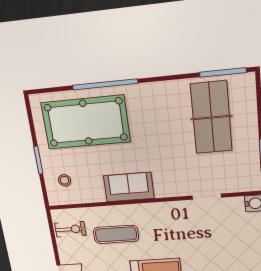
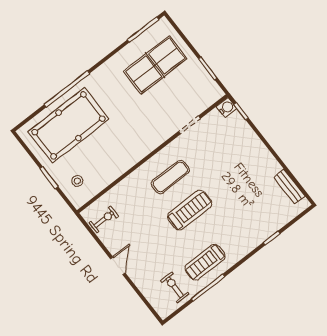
table tennis table: (211, 118) -> (155, 65), turned 90
sofa: (129, 187) -> (128, 155), removed
exercise mat: (116, 234) -> (170, 177), moved

